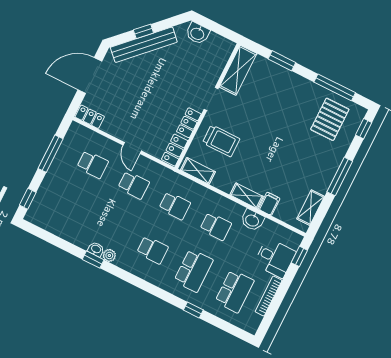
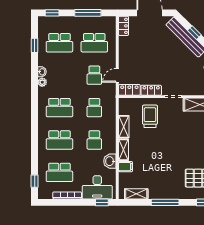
trolley: (221, 141) -> (150, 116), turned 180
door: (132, 148) -> (117, 75), moved
school desk: (93, 164) -> (94, 43), width x1.85
shelving: (198, 171) -> (124, 127), moved
school desk: (70, 209) -> (59, 43), added
school desk: (152, 250) -> (59, 108), width x1.85
desk: (275, 258) -> (97, 187), width x1.37
window: (93, 260) -> (35, 45), moved
window: (193, 310) -> (35, 181), moved

